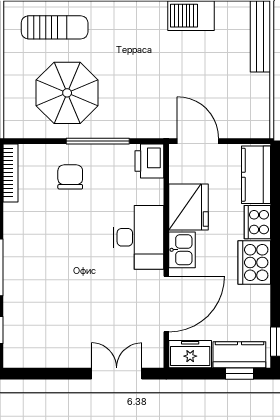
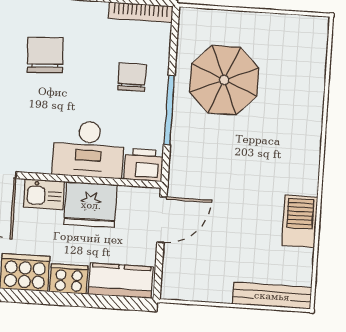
sun lounger: (55, 27) -> (297, 71), removed
chair: (70, 177) -> (132, 77), turned -90
desk: (138, 237) -> (89, 149), moved
chair: (55, 257) -> (45, 55), added

